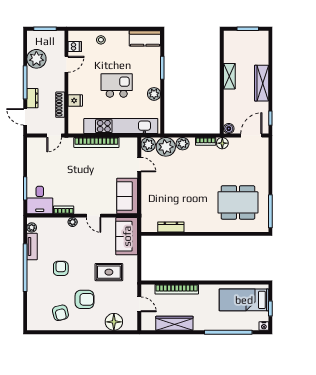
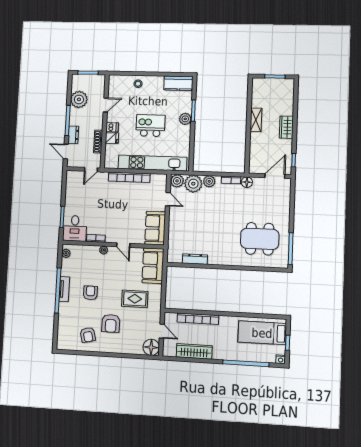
dishwasher: (75, 47) -> (112, 127), moved
wardrobe: (262, 83) -> (286, 127), width x0.67
plant: (154, 94) -> (185, 119), moved
boiler: (229, 129) -> (253, 169), removed
tv unit: (32, 246) -> (64, 289), moved
armchair: (84, 299) -> (111, 323), turned 90
floor lamp: (114, 322) -> (151, 347), moved

